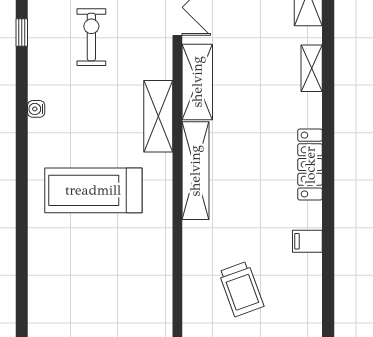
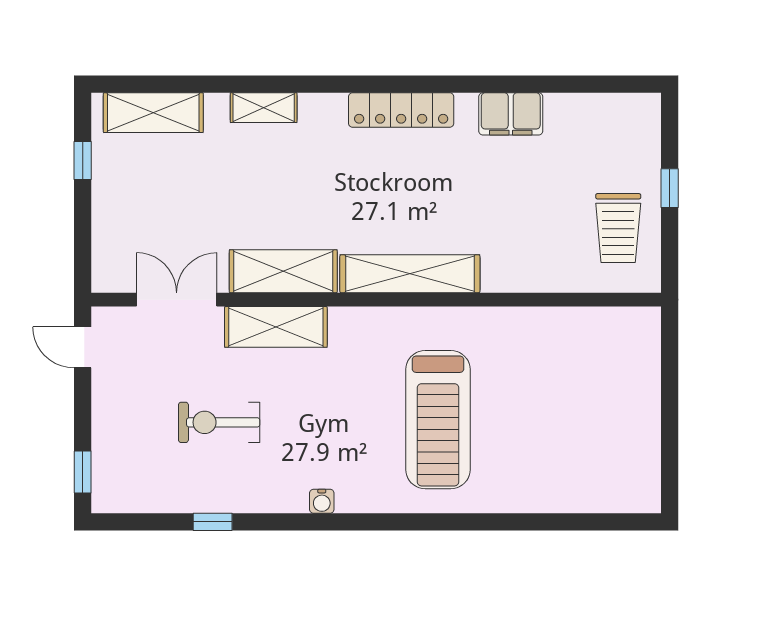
shelving: (158, 116) -> (276, 327), moved
filing cabinet: (307, 241) -> (511, 114), width x2.00
trolley: (241, 289) -> (618, 228), moved, turned 110

